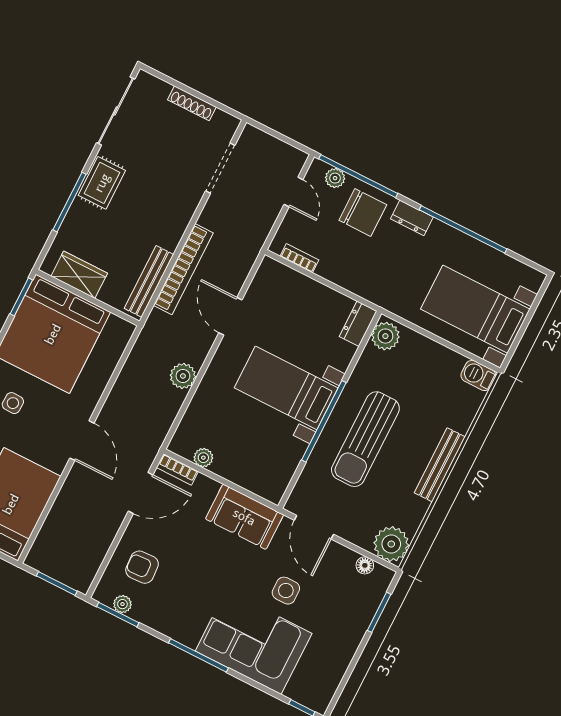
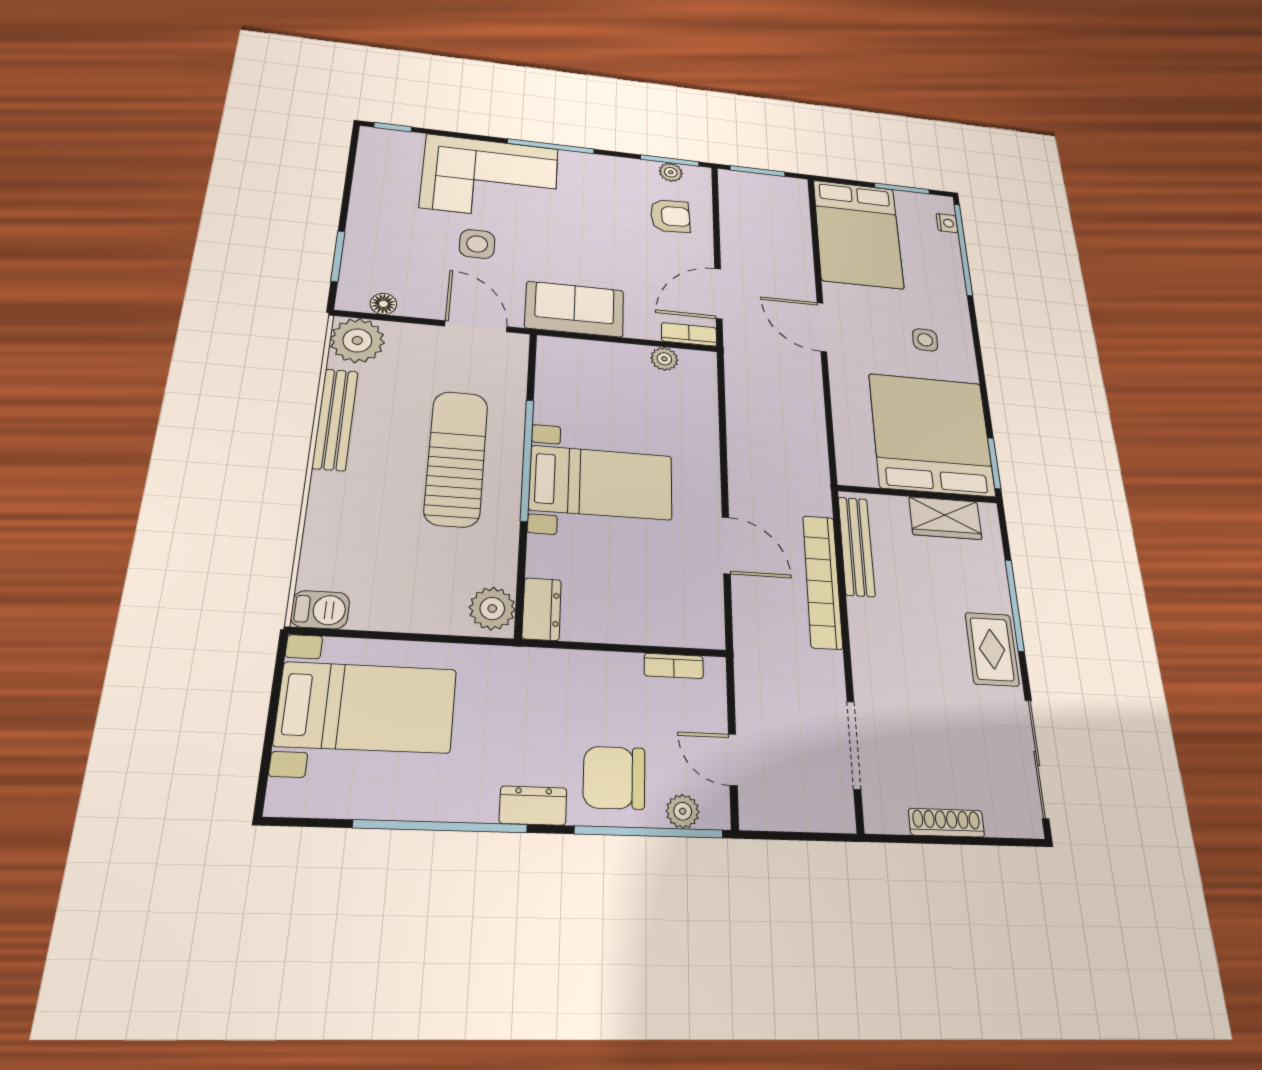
plant: (183, 376) -> (745, 446), removed
bench: (440, 465) -> (335, 419), moved

